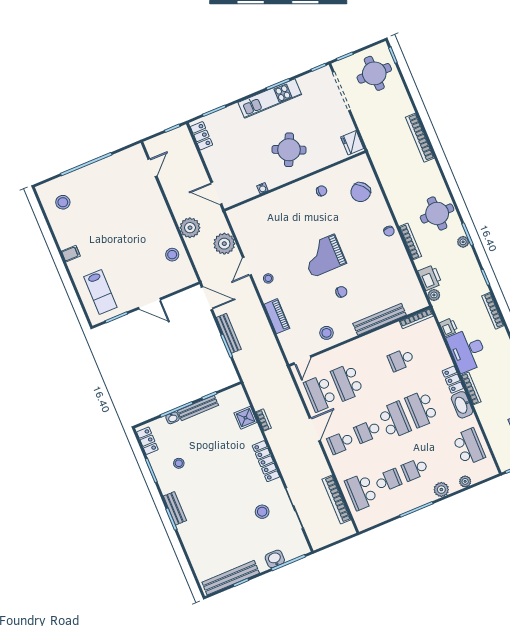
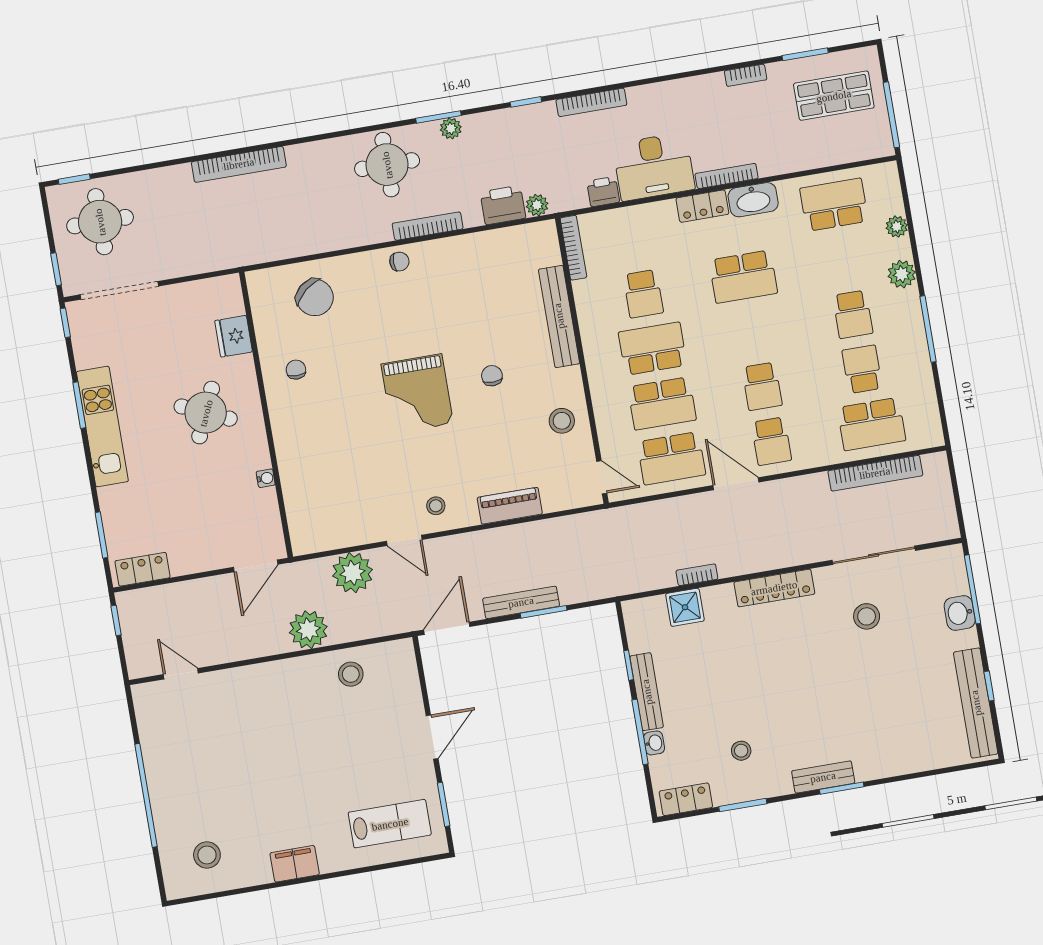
fridge: (352, 143) -> (234, 336), moved, turned 90
filing cabinet: (71, 254) -> (295, 864), width x2.00
school desk: (395, 420) -> (653, 349), moved

